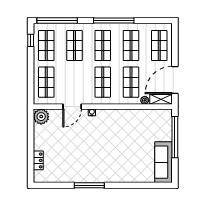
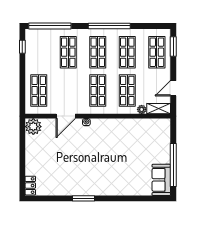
window: (175, 40) -> (173, 47), added
shop shelf: (46, 46) -> (39, 52), removed
door: (175, 80) -> (173, 88), width x0.53
window: (175, 137) -> (173, 165), moved
locker: (38, 160) -> (30, 186), moved
sofa: (163, 162) -> (161, 180), width x0.73
window: (89, 185) -> (84, 198), width x0.69

